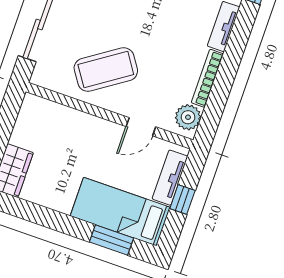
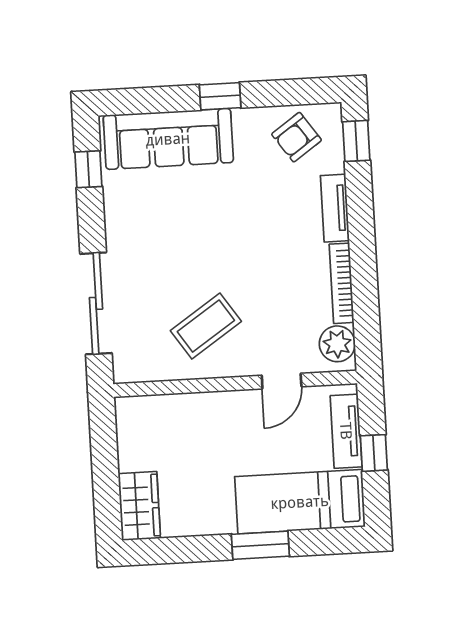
coffee table: (106, 70) -> (206, 326), width x0.73, depth x0.76
window: (111, 240) -> (260, 545), moved

